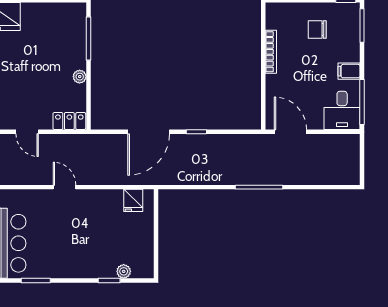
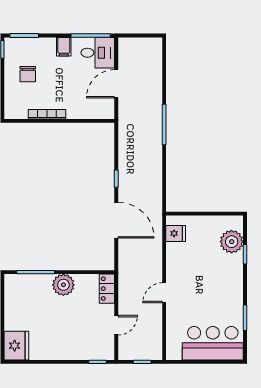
plant: (80, 77) -> (63, 285), width x1.88, depth x1.88
door: (290, 132) -> (116, 84), moved
plant: (124, 271) -> (232, 242), width x1.88, depth x1.88

